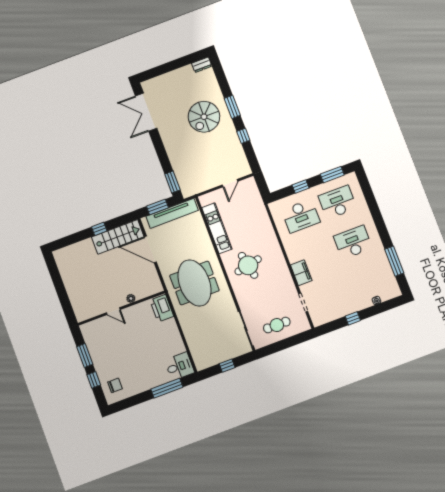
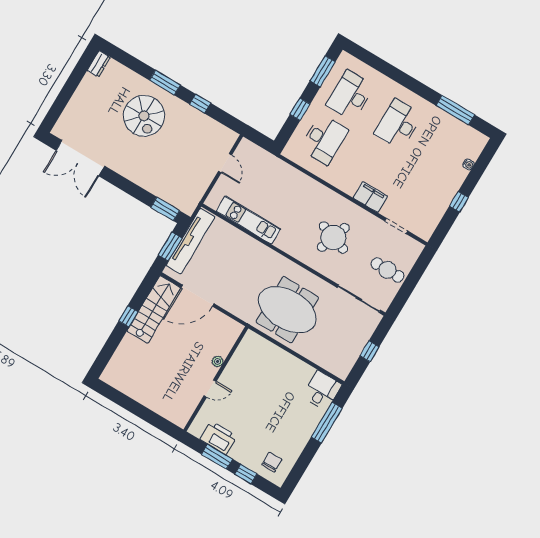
round table: (248, 265) -> (333, 237), moved, turned 31
meeting table: (194, 283) -> (287, 310), moved
printer: (162, 308) -> (218, 438), moved, turned 180
cafe table: (277, 325) -> (387, 270), turned 90

